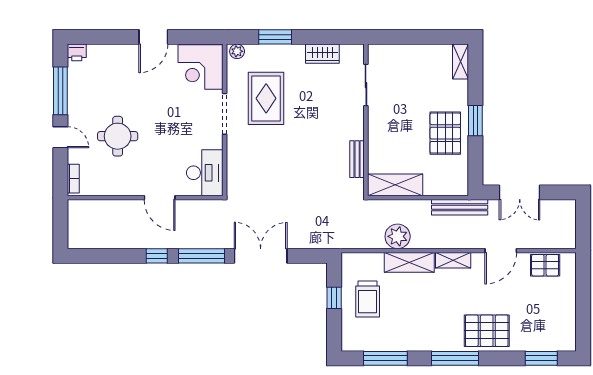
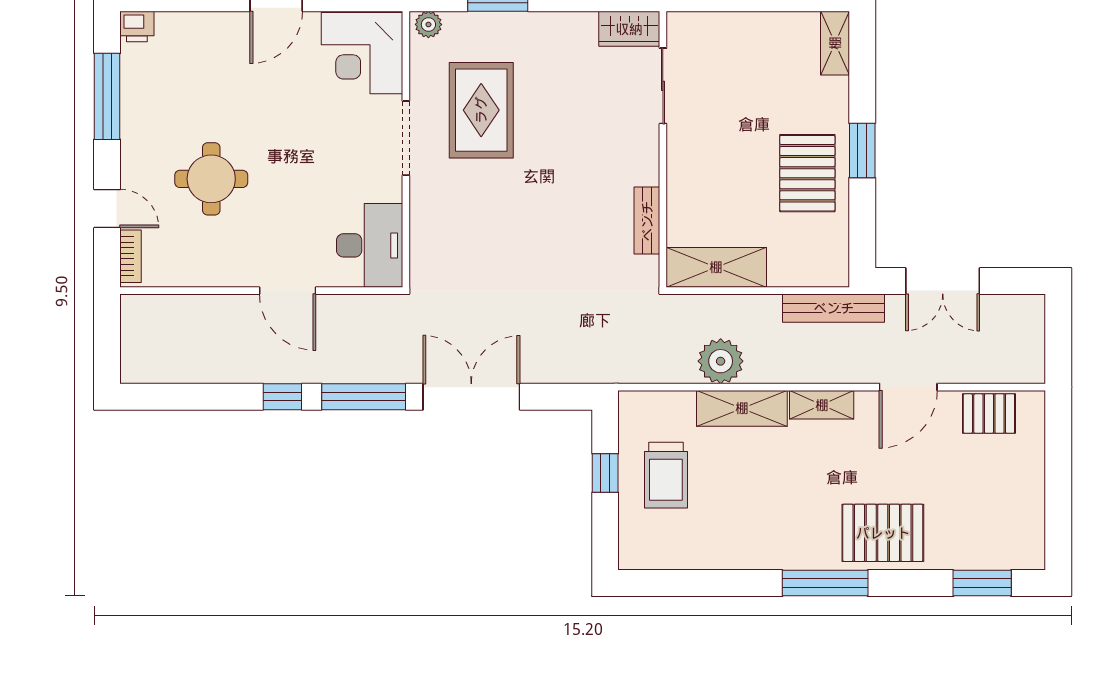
wardrobe: (322, 54) -> (629, 29), moved
door: (60, 137) -> (107, 209), moved
window: (385, 358) -> (698, 583), removed

